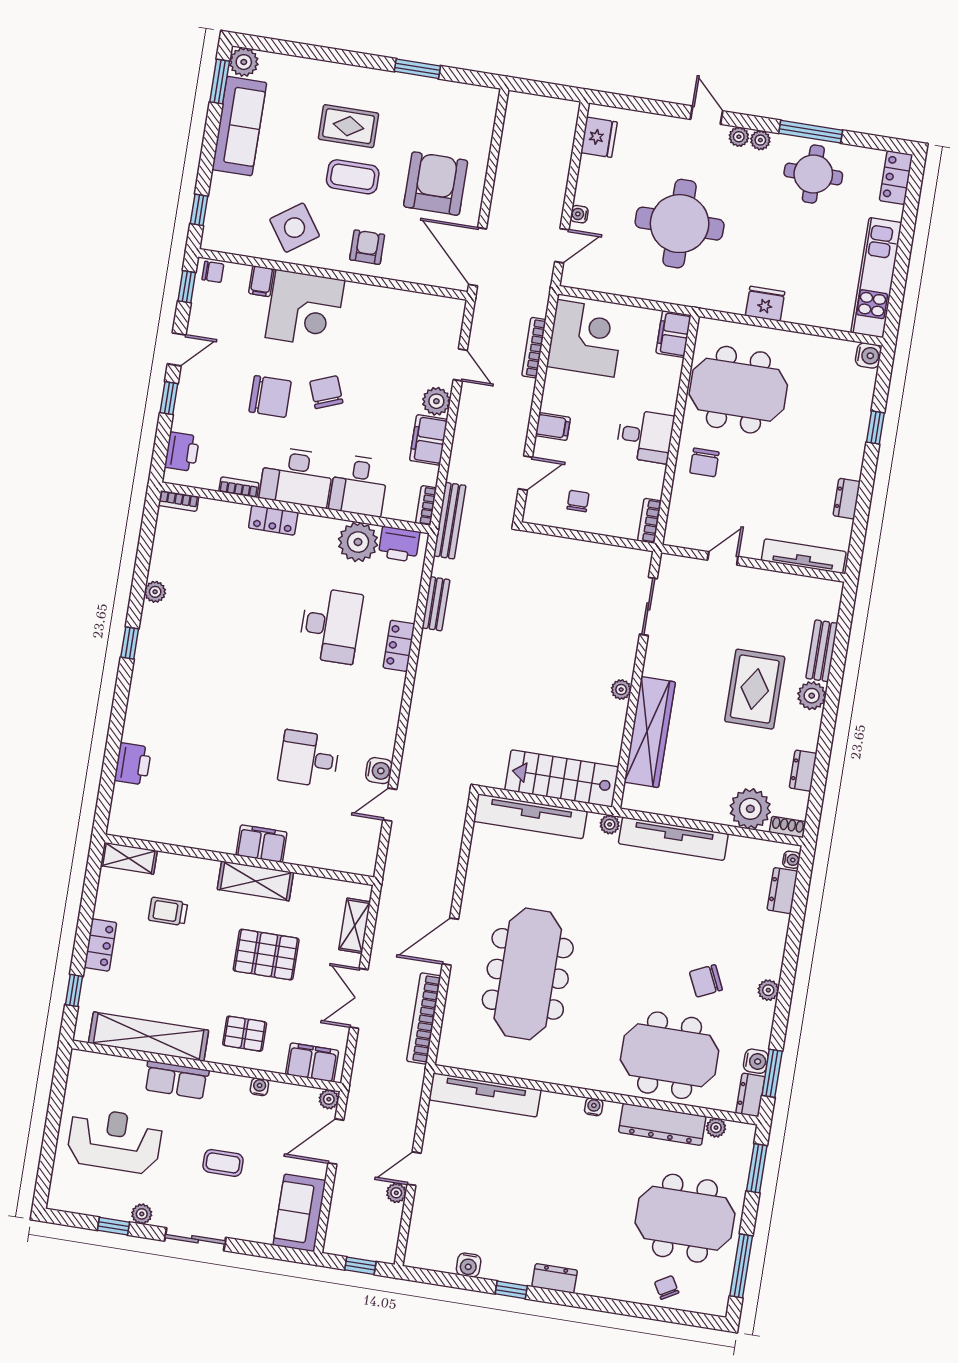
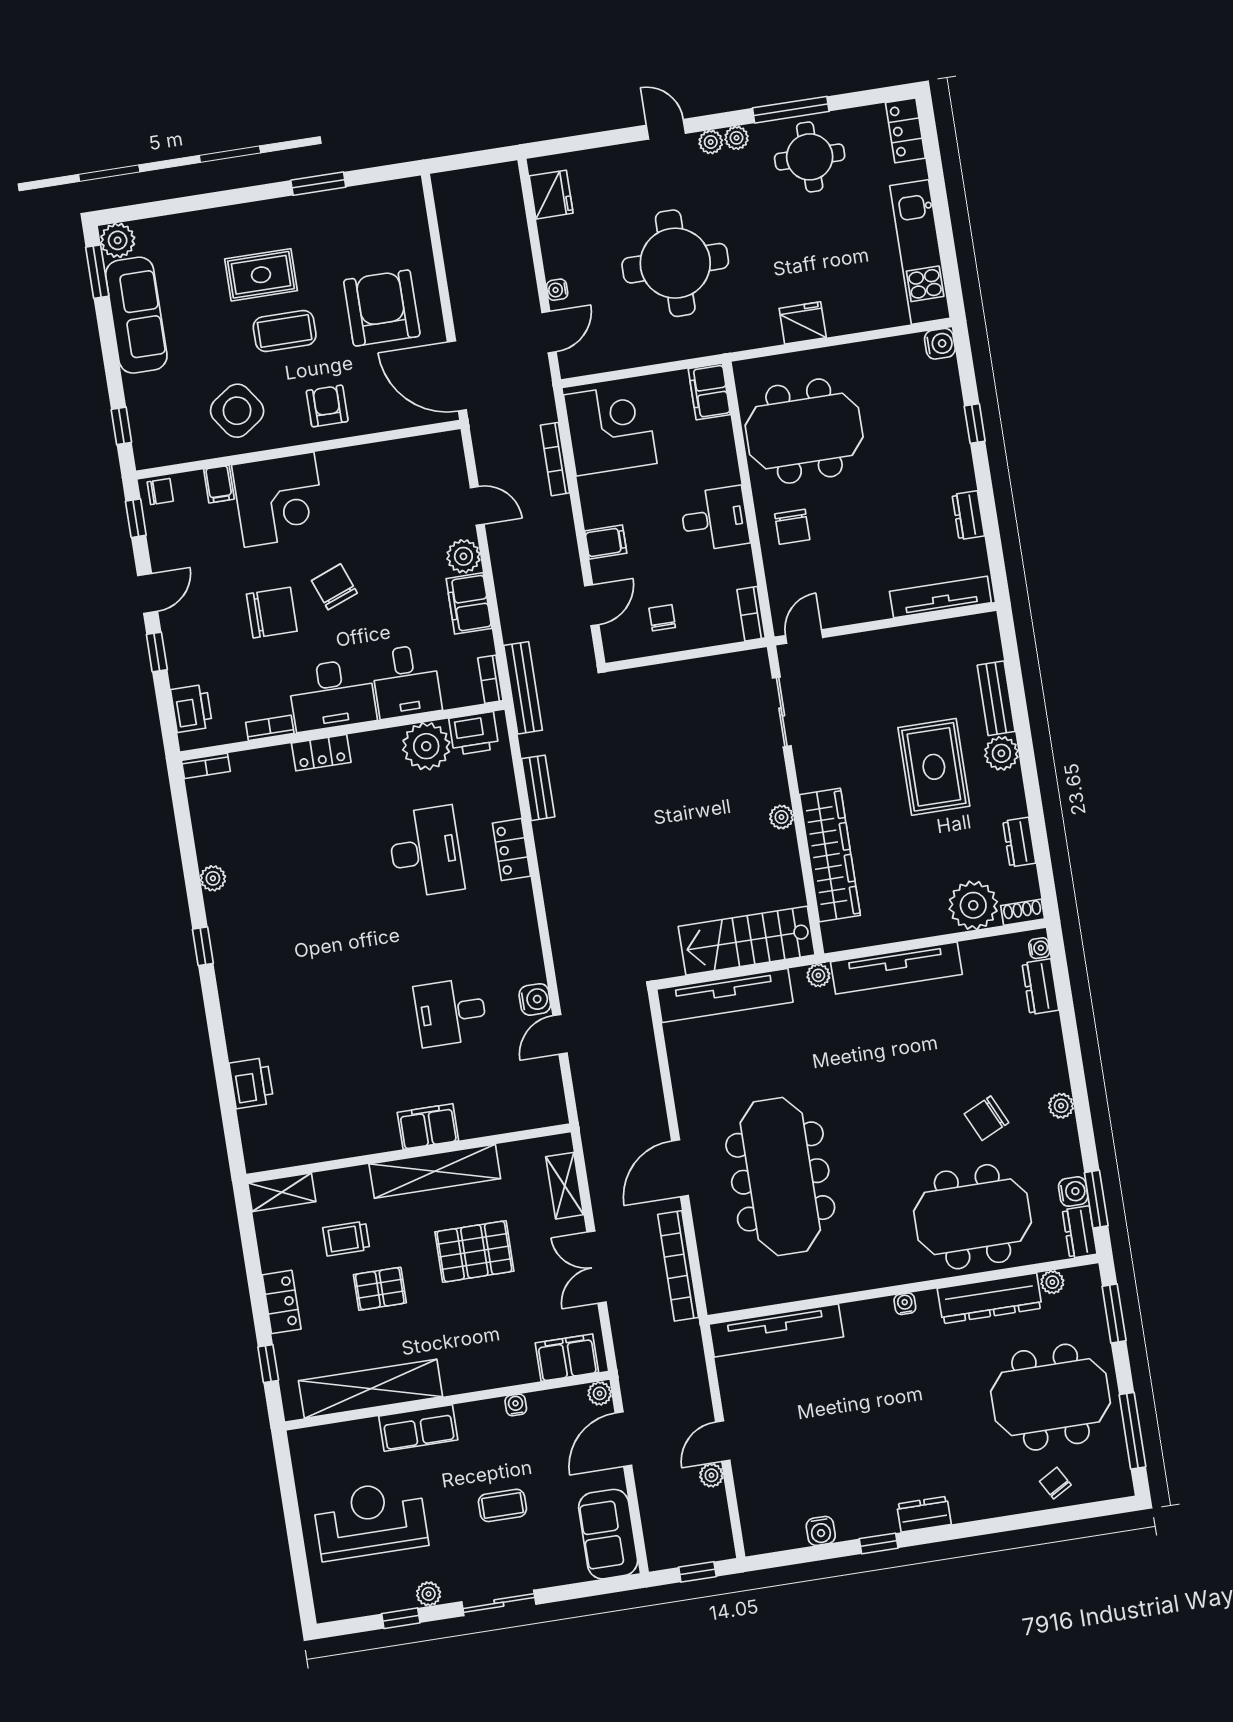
door: (723, 558) -> (804, 636), moved
shelving: (255, 881) -> (435, 1171), width x1.47
pallet: (245, 1034) -> (380, 1289), moved

